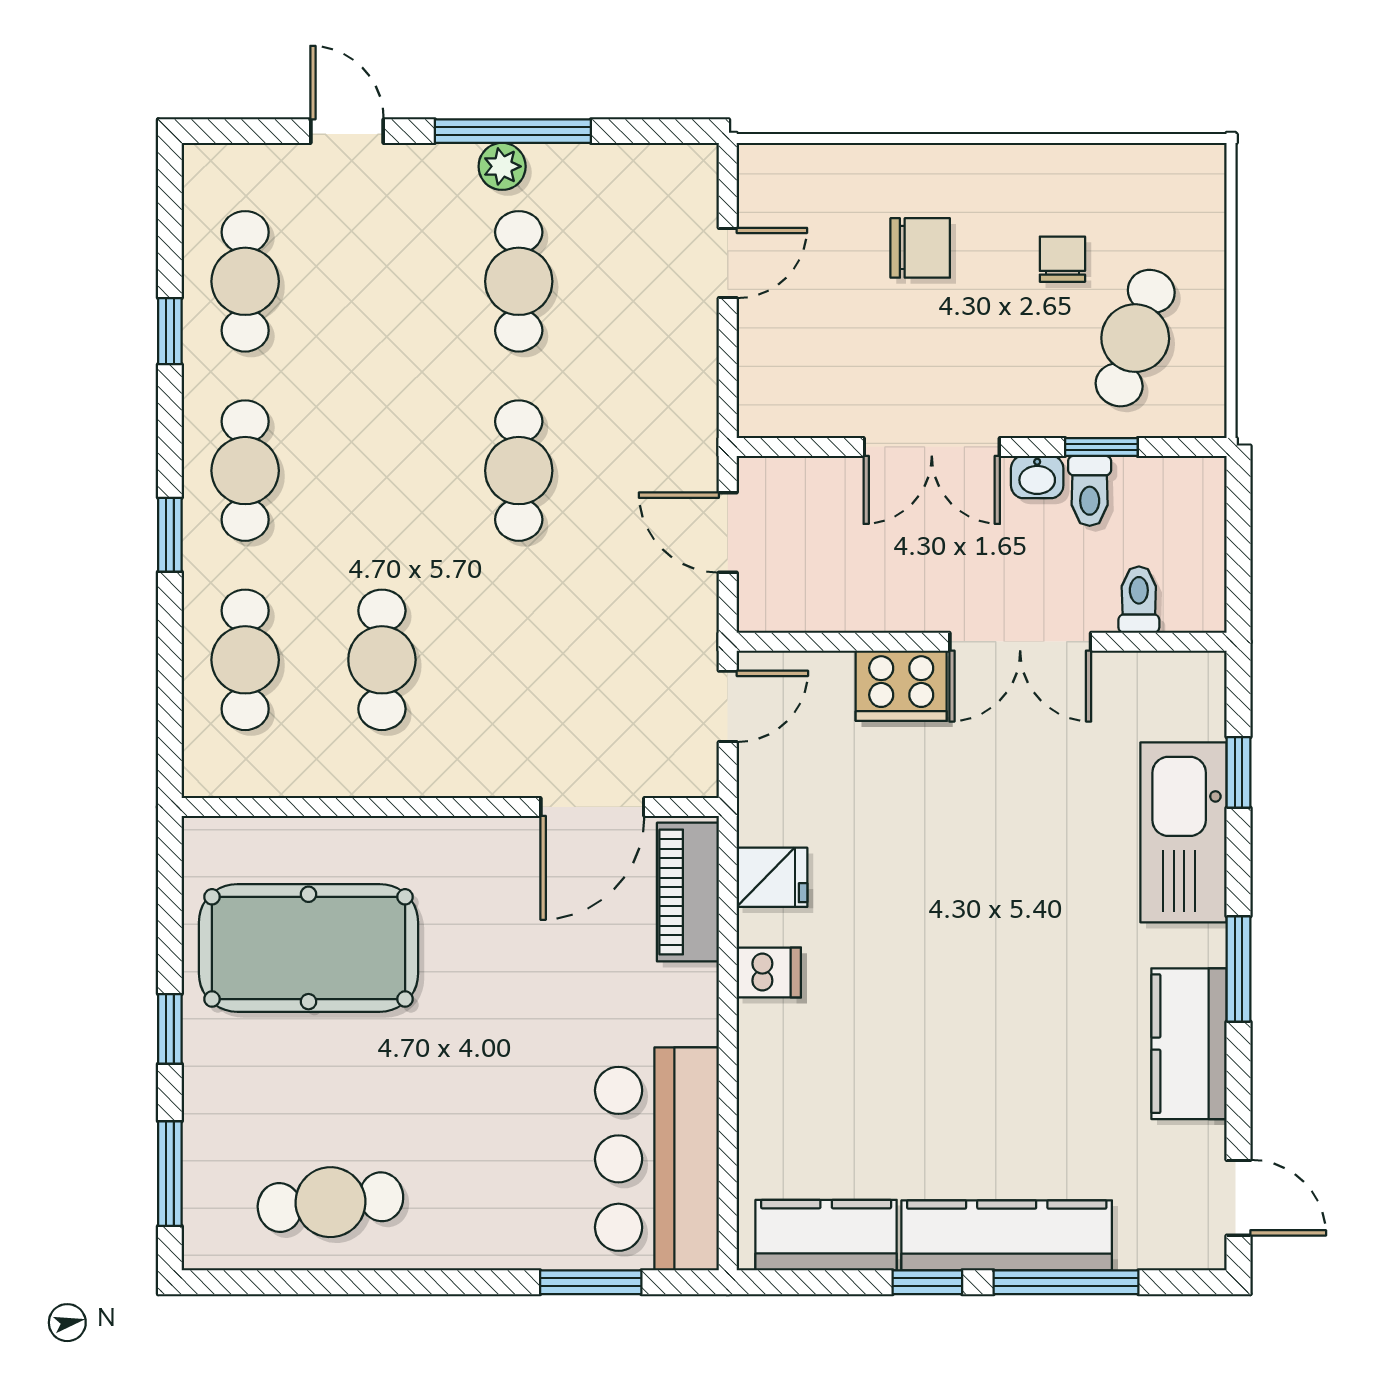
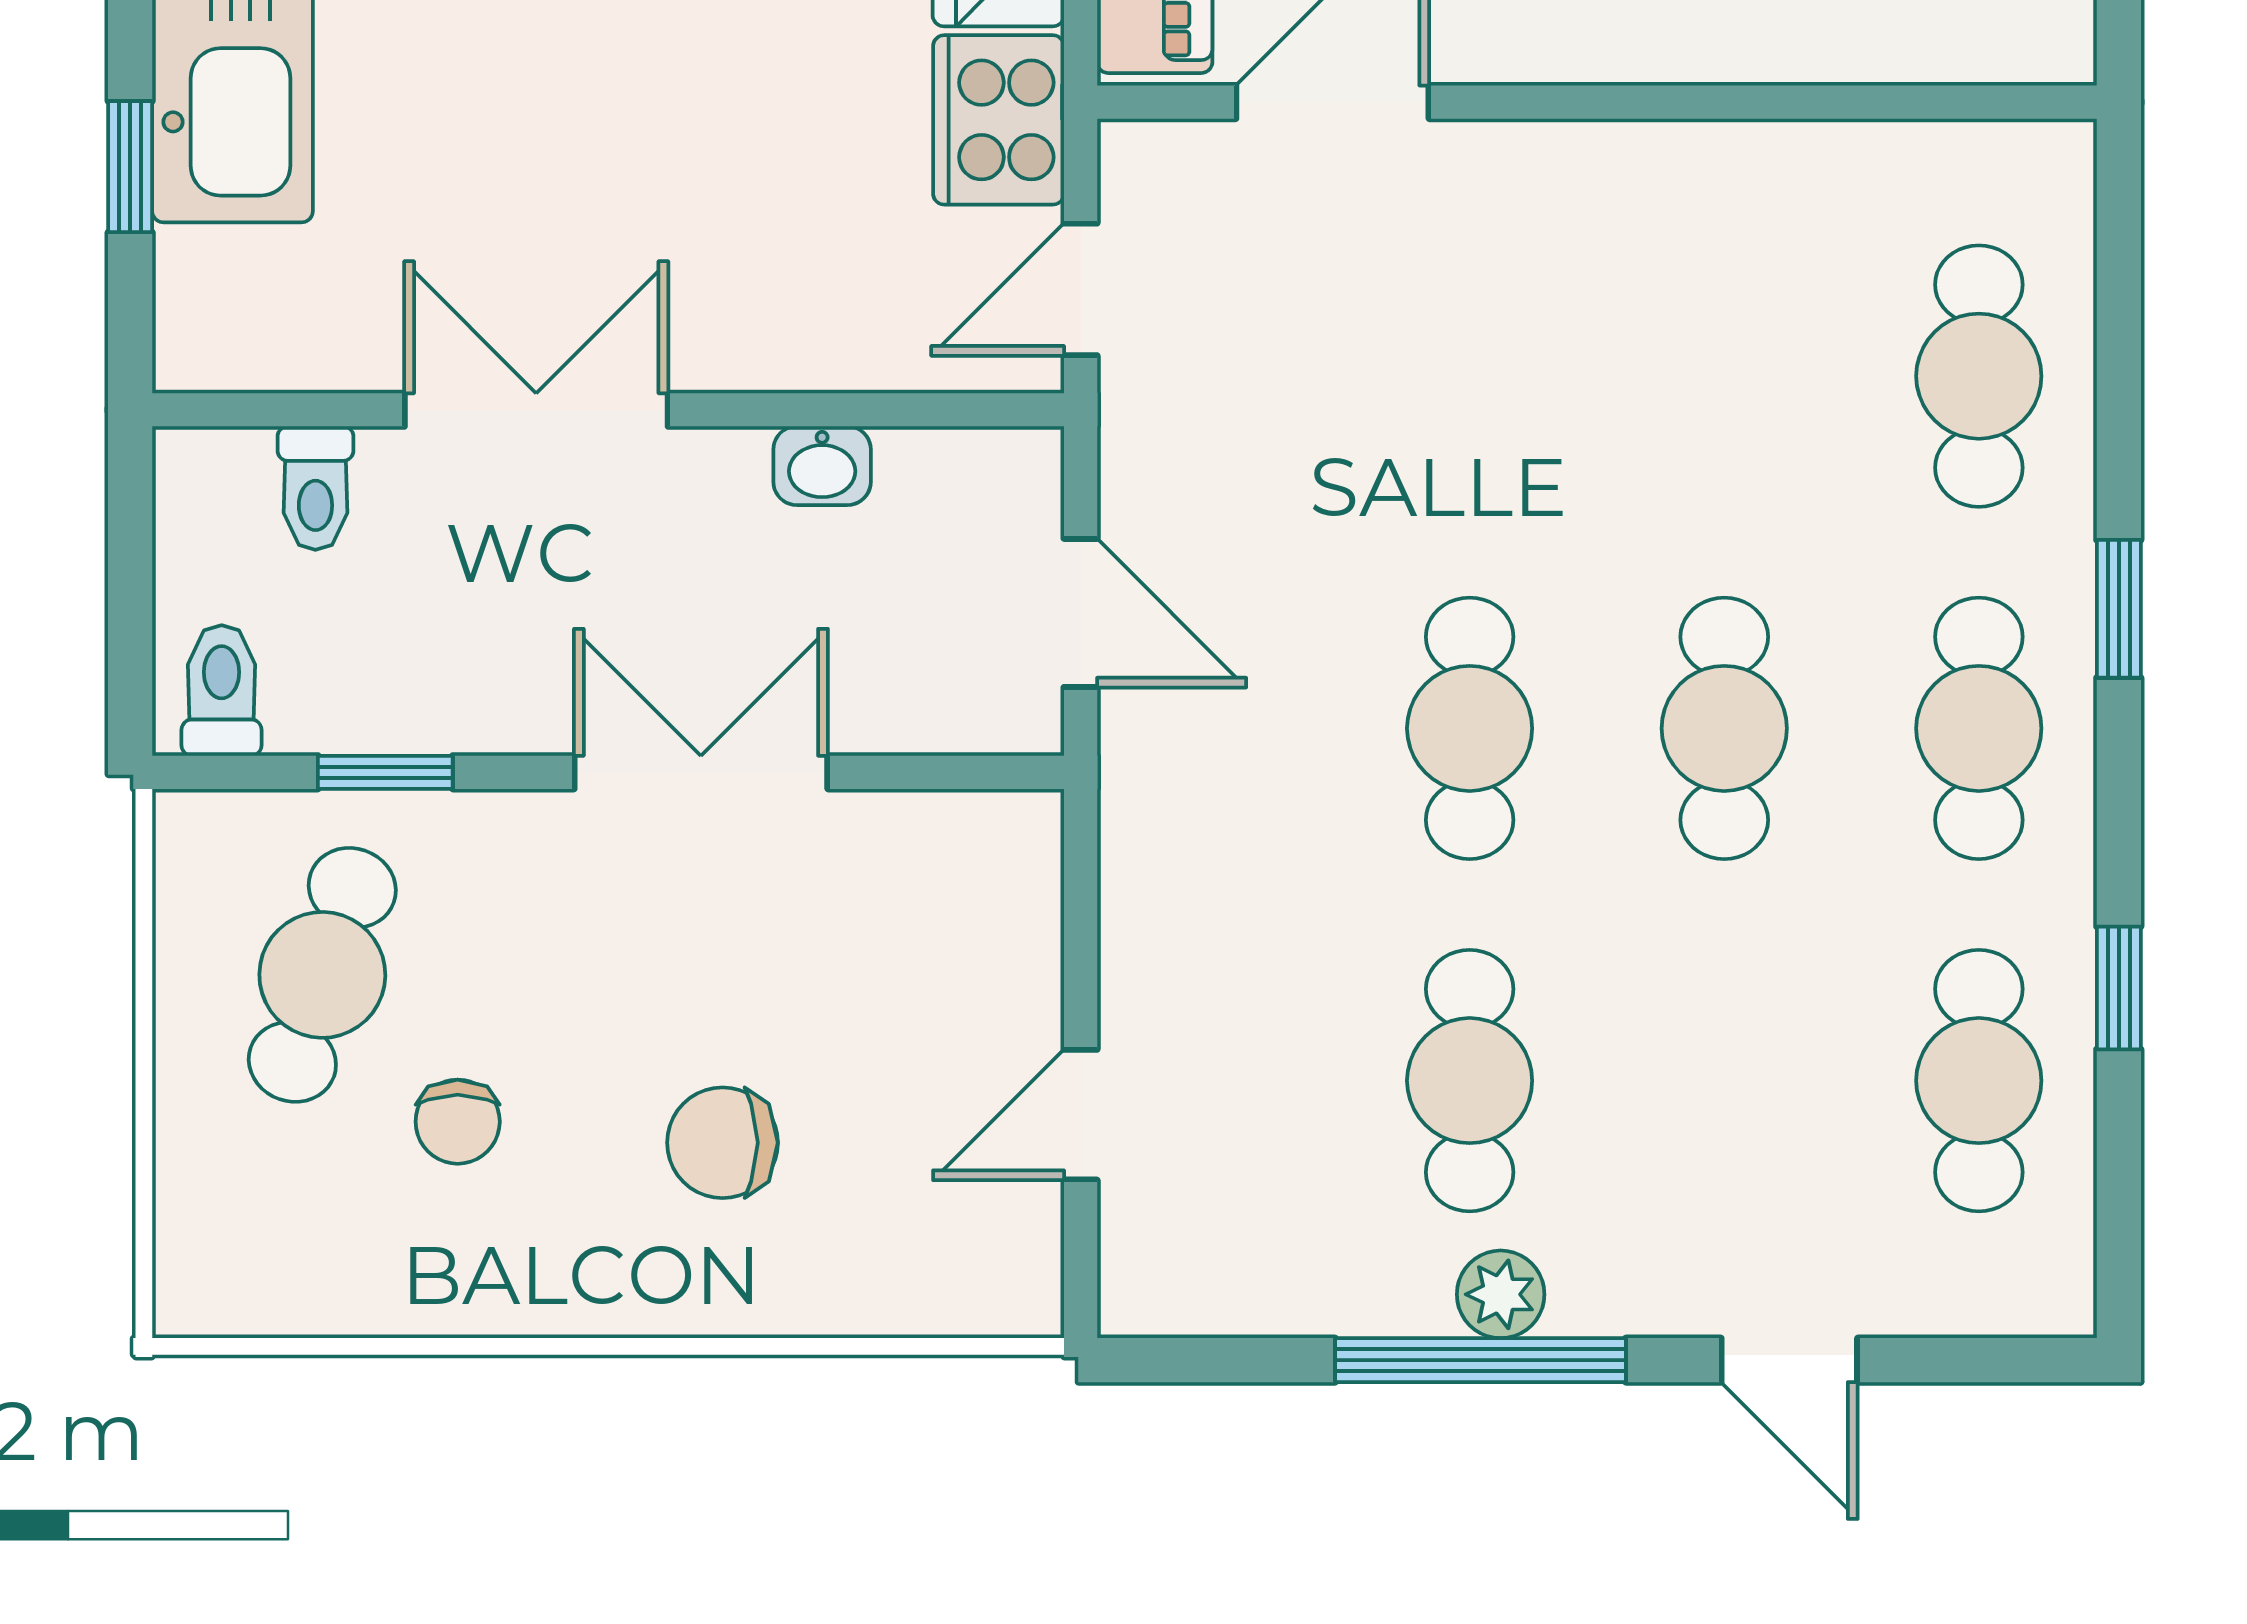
washbasin: (1037, 477) -> (822, 466), moved, turned 180
toilet: (1090, 491) -> (222, 691), moved
cafe table: (382, 660) -> (1724, 728), moved
cooker: (901, 686) -> (999, 120), moved, turned -90

